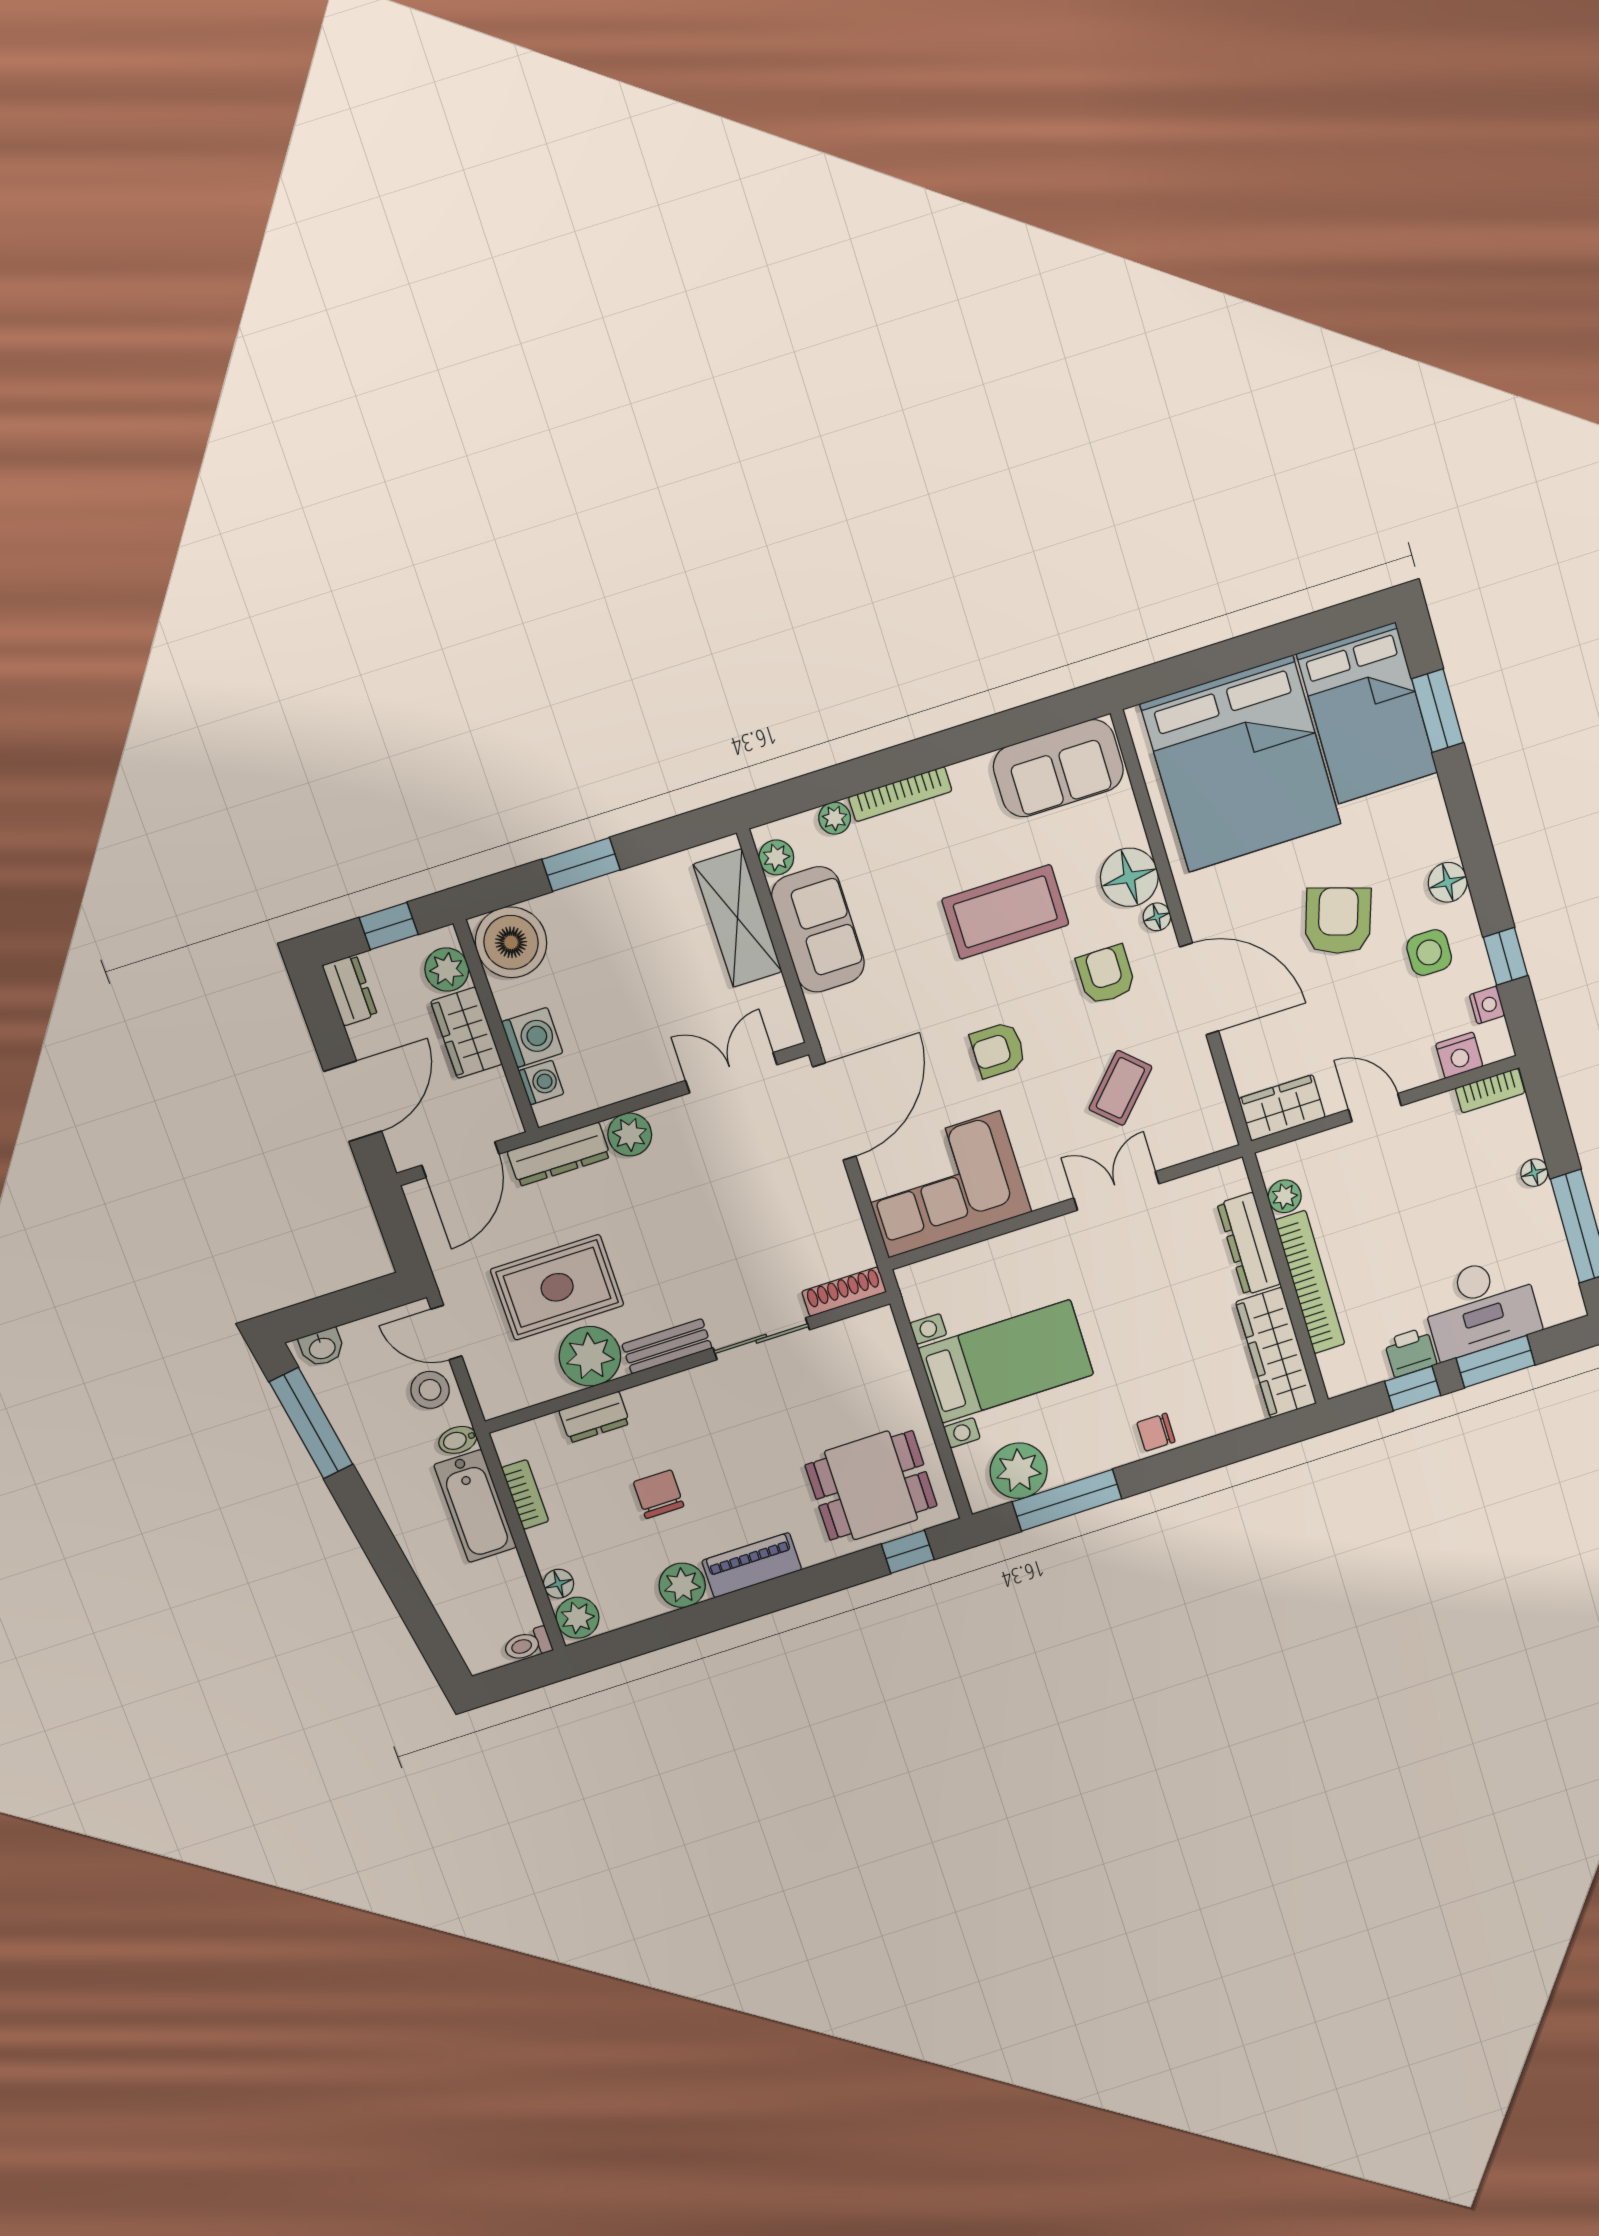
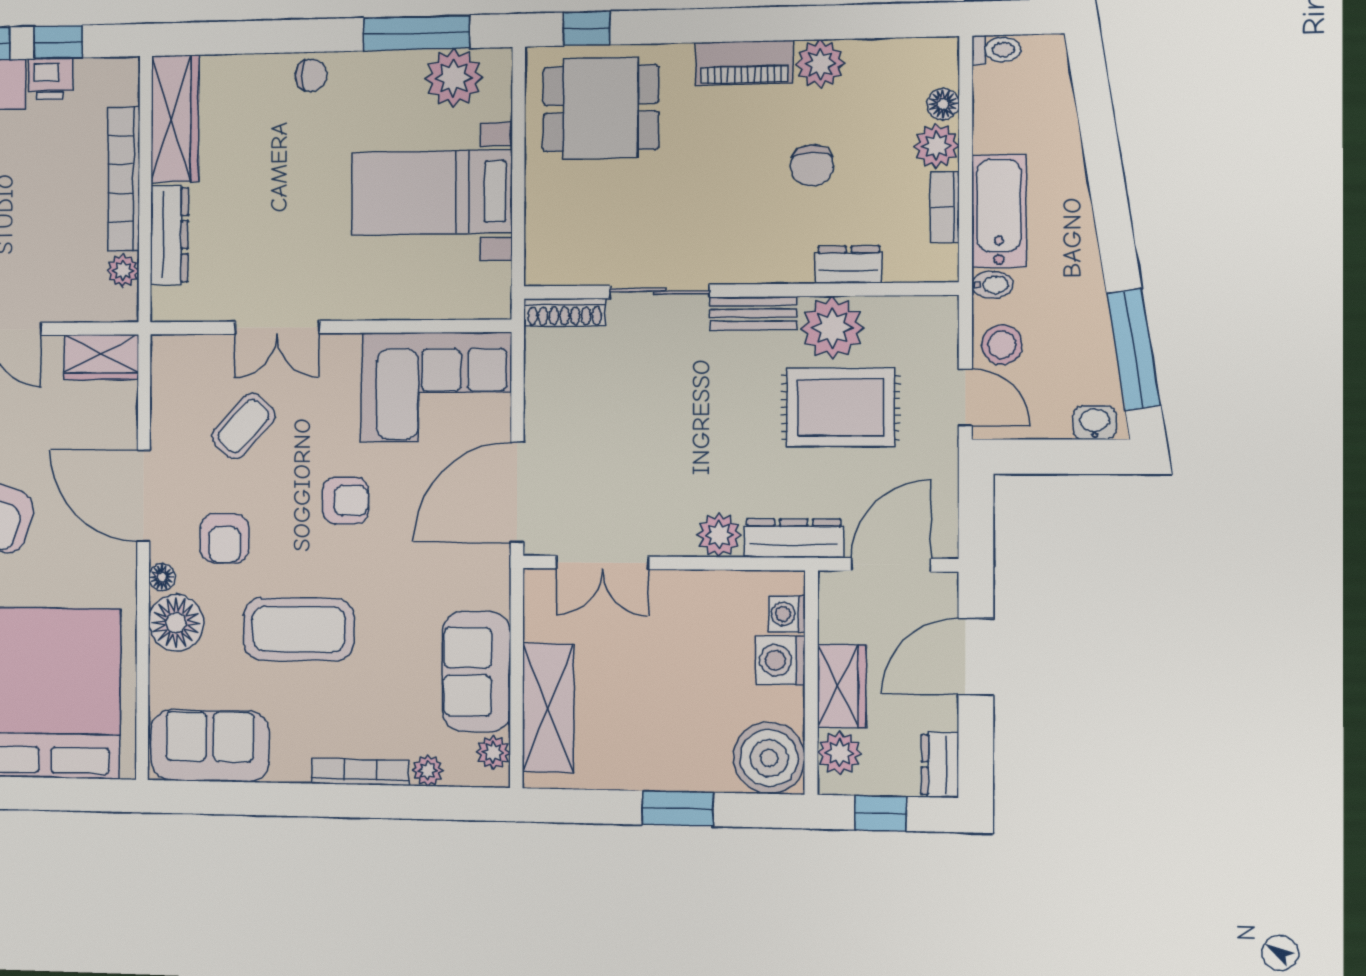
plant: (577, 1618) -> (936, 146), moved

